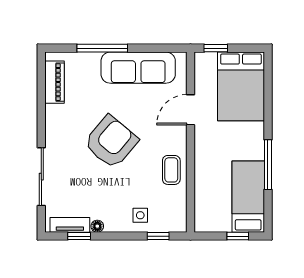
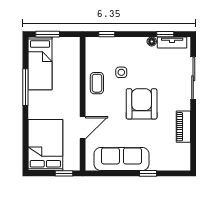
window: (102, 48) -> (148, 173), width x0.46
piano: (55, 82) -> (183, 127), moved
armchair: (111, 142) -> (142, 104), turned 140
side table: (140, 215) -> (121, 72), moved
window: (238, 236) -> (48, 34), width x1.50

